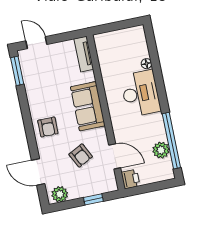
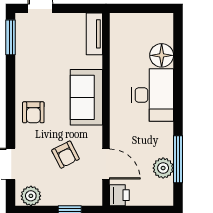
floor lamp: (146, 64) -> (162, 55), width x1.89, depth x1.89
window: (171, 141) -> (178, 159), width x0.68

